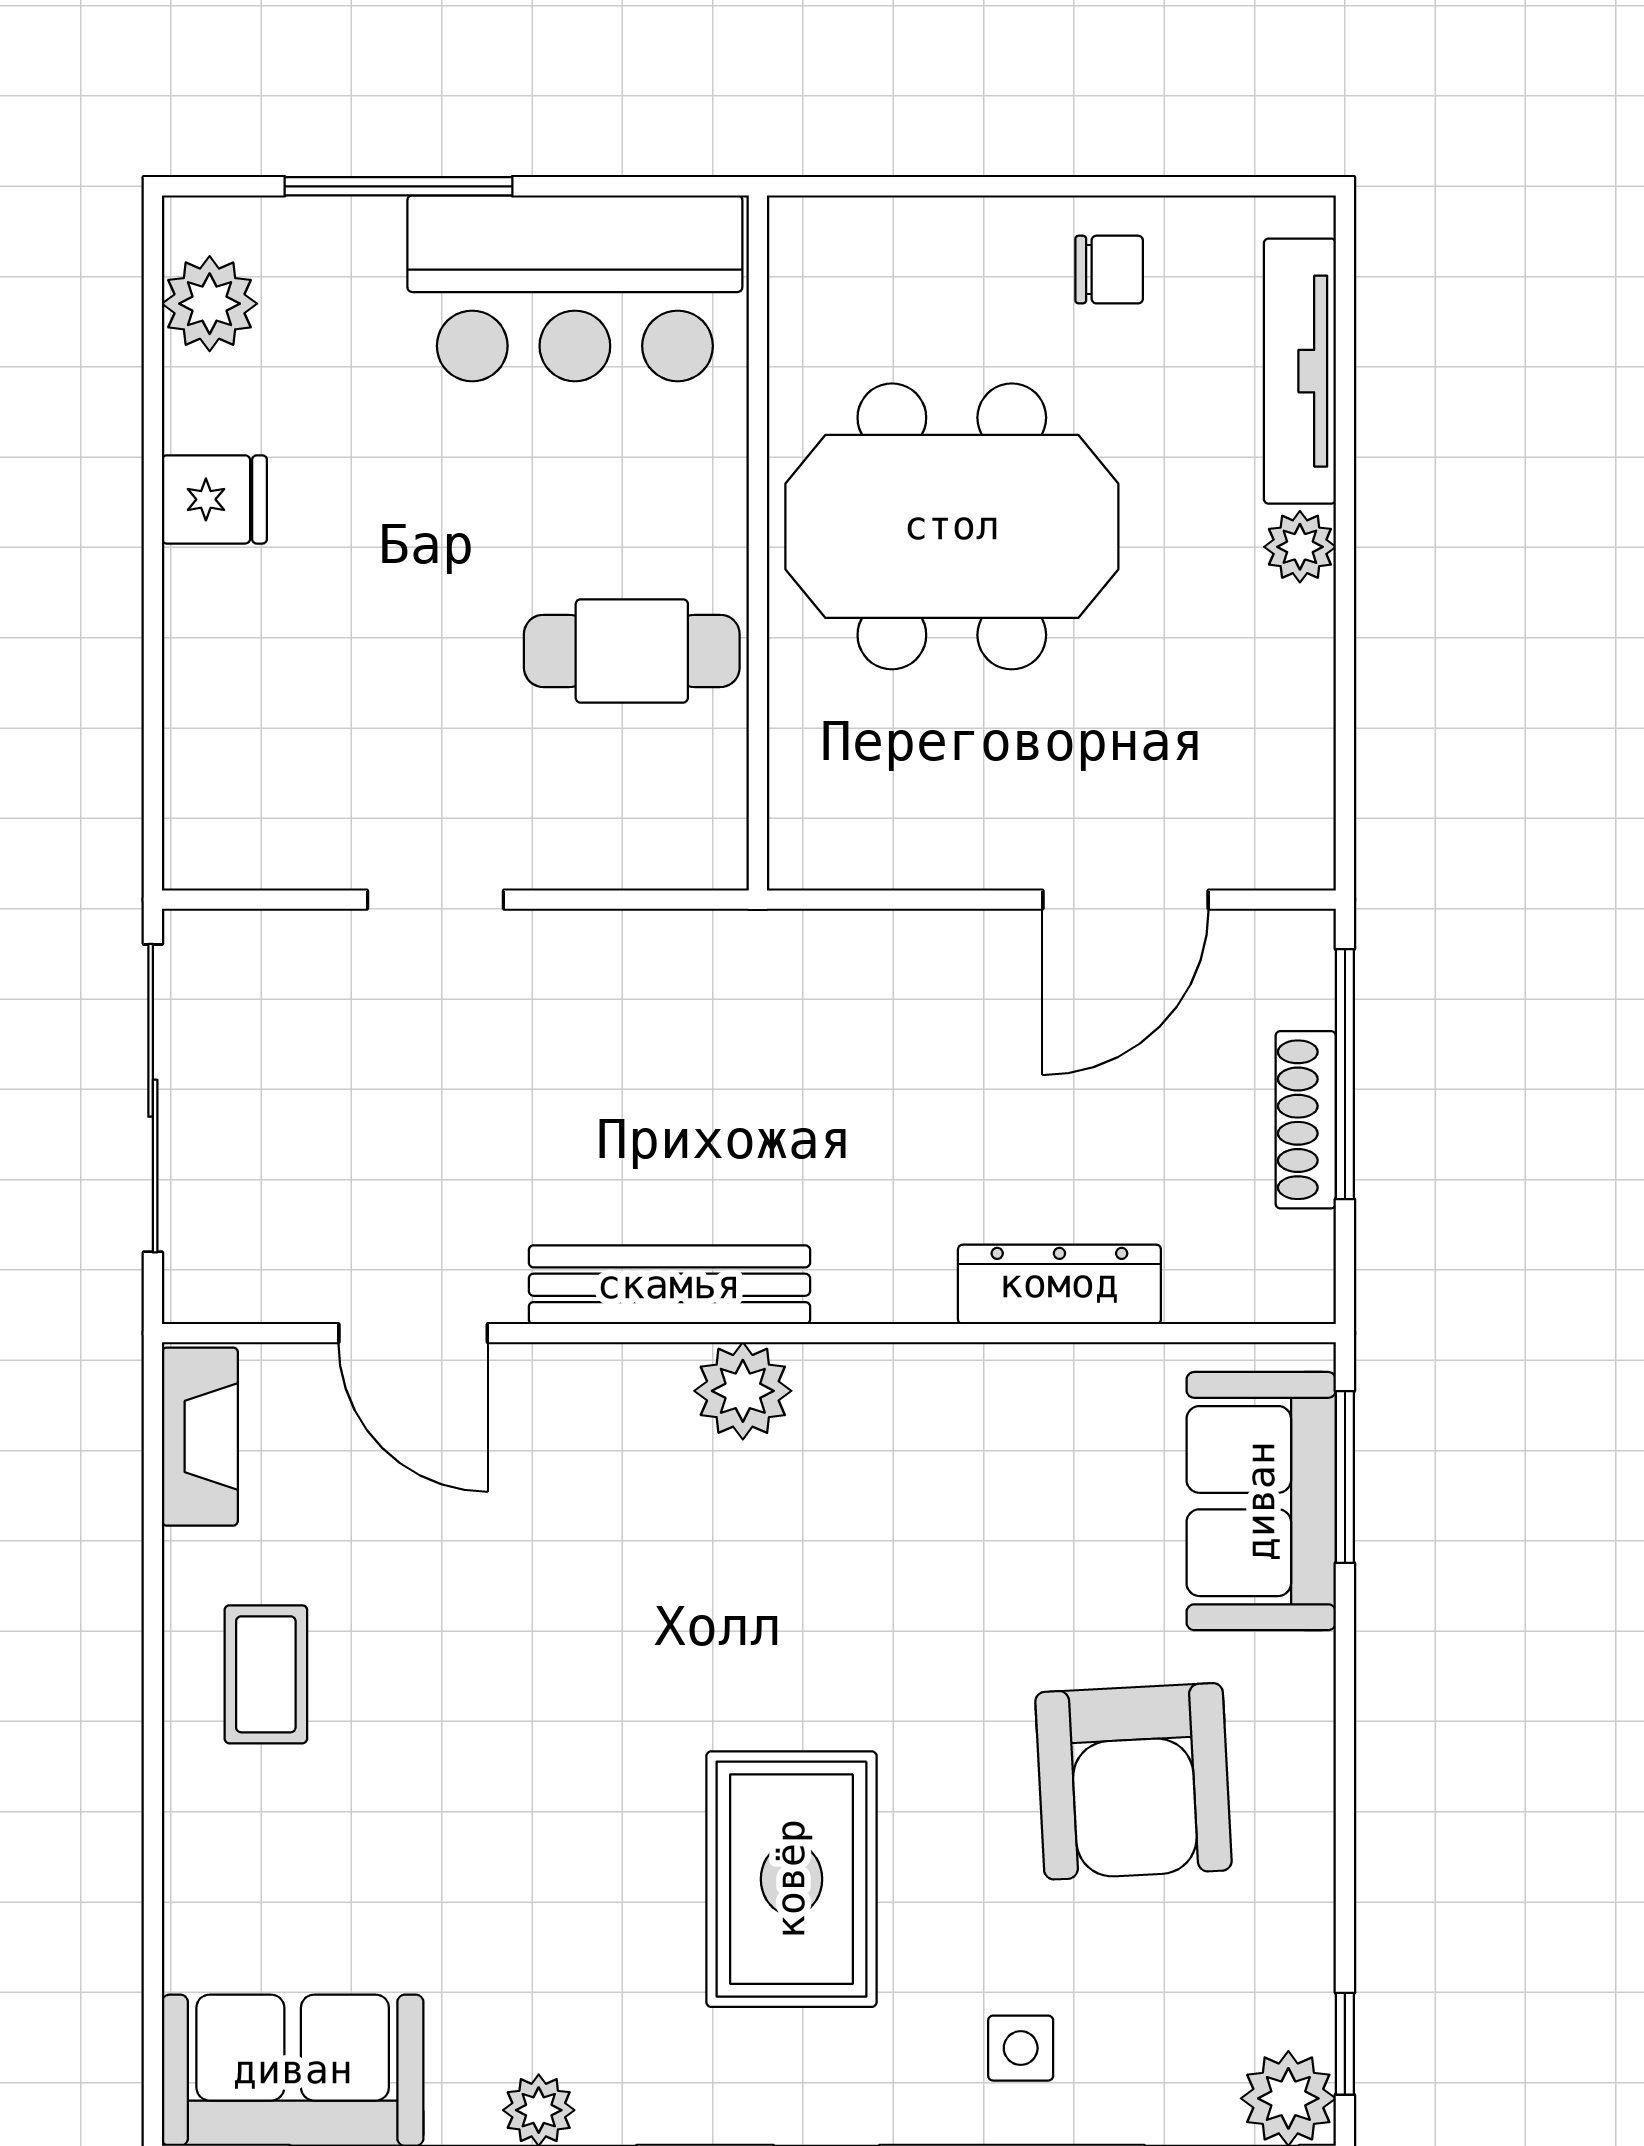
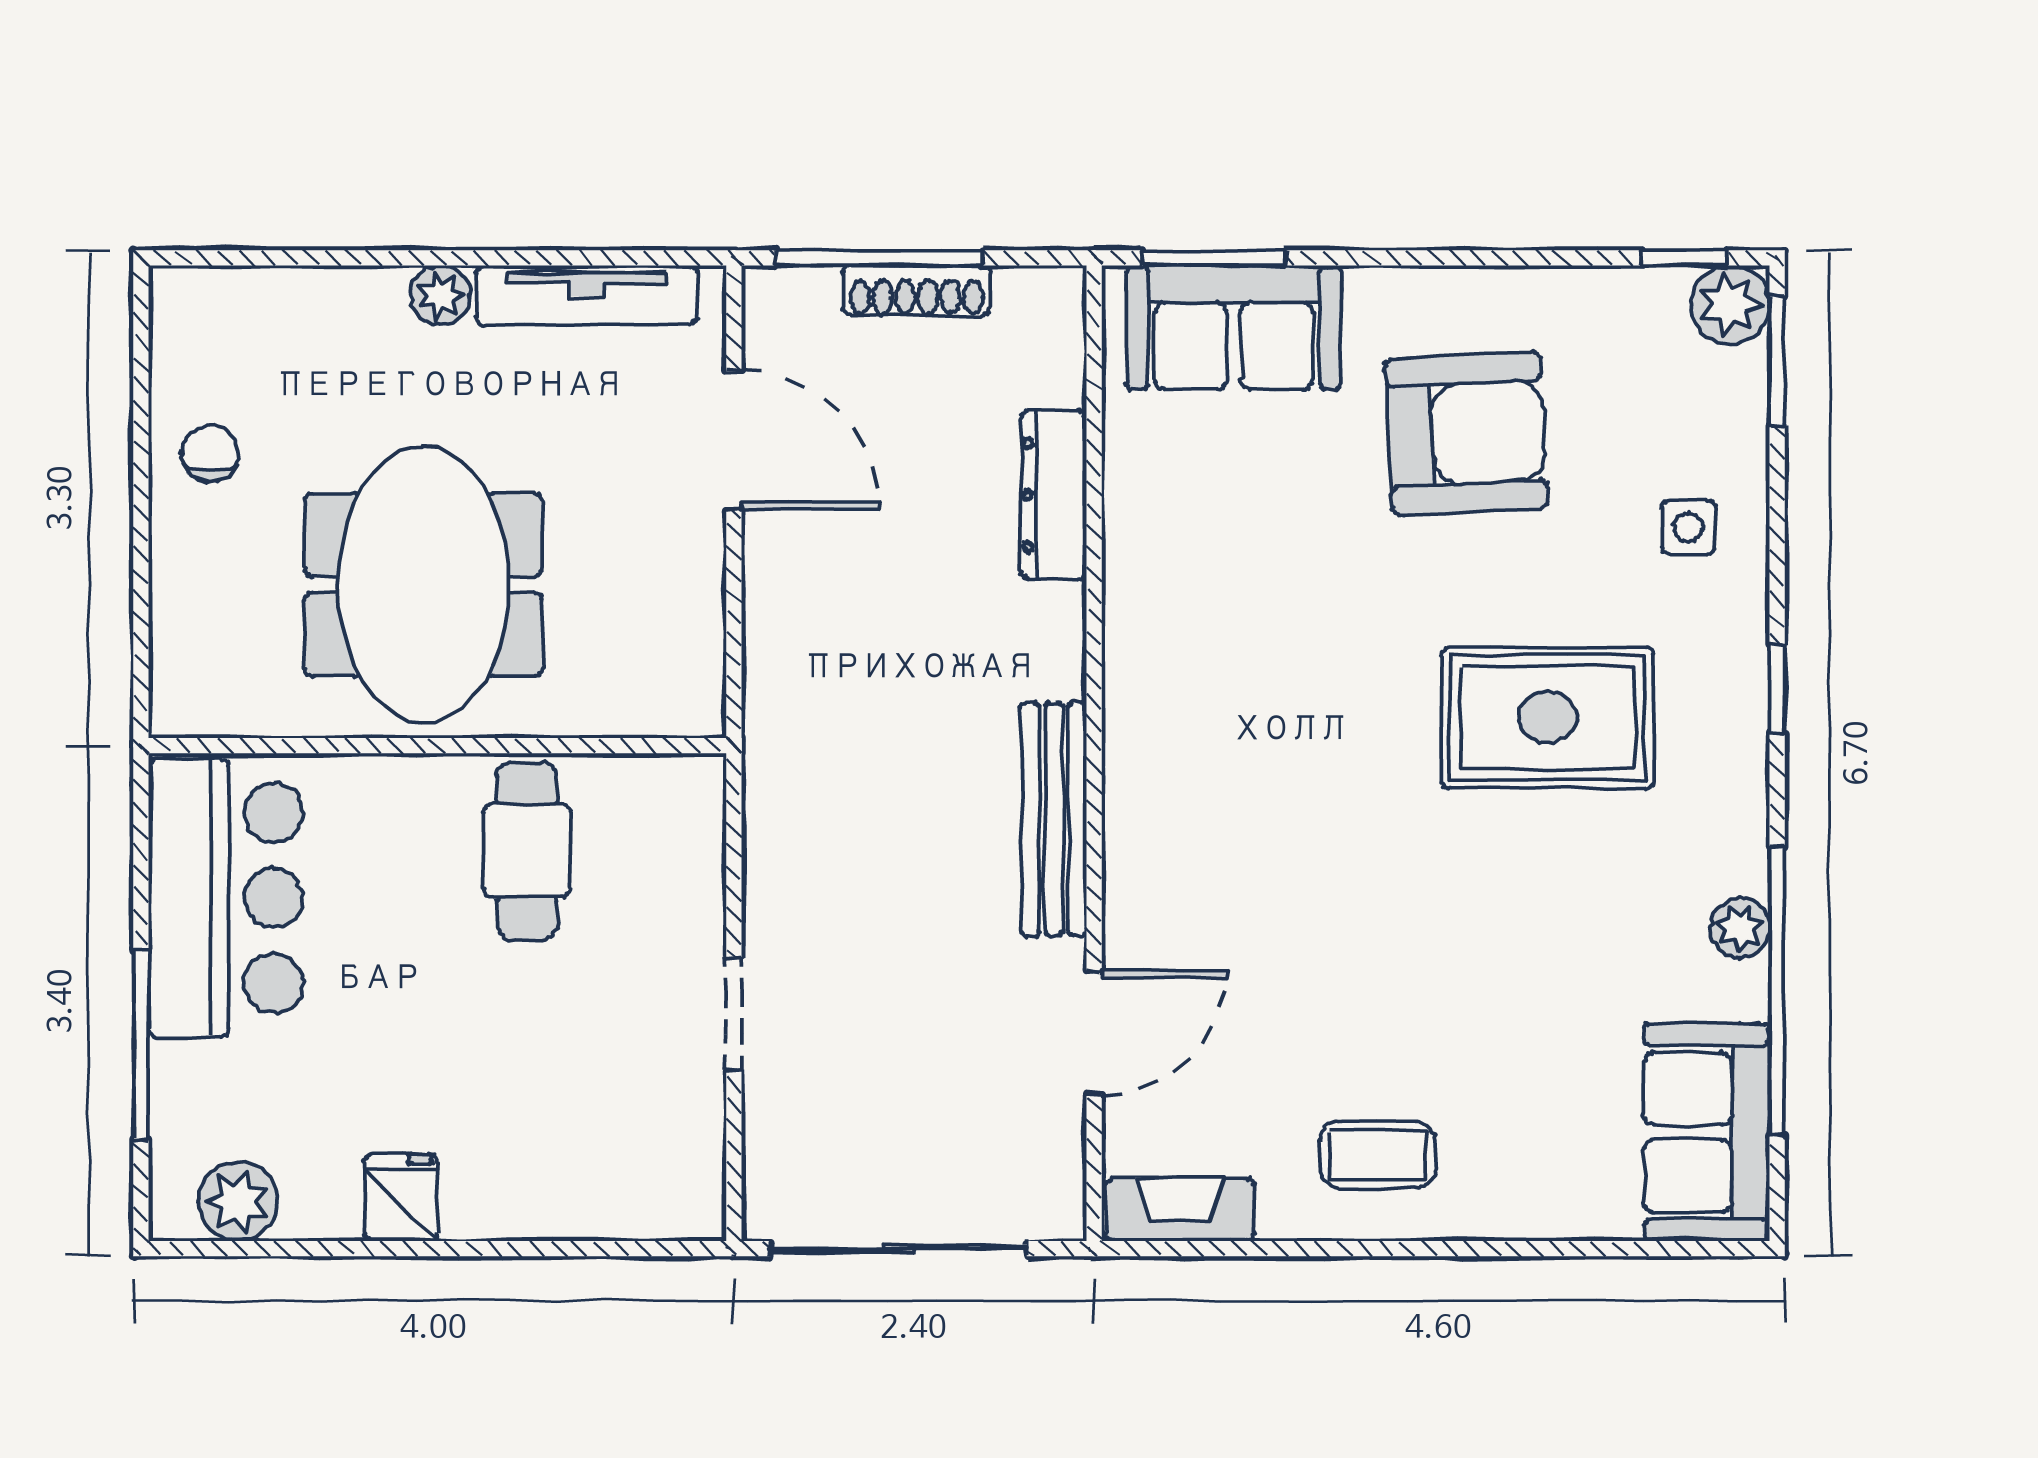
tv unit: (1300, 371) -> (586, 295), moved
plant: (743, 1391) -> (1142, 758), removed

